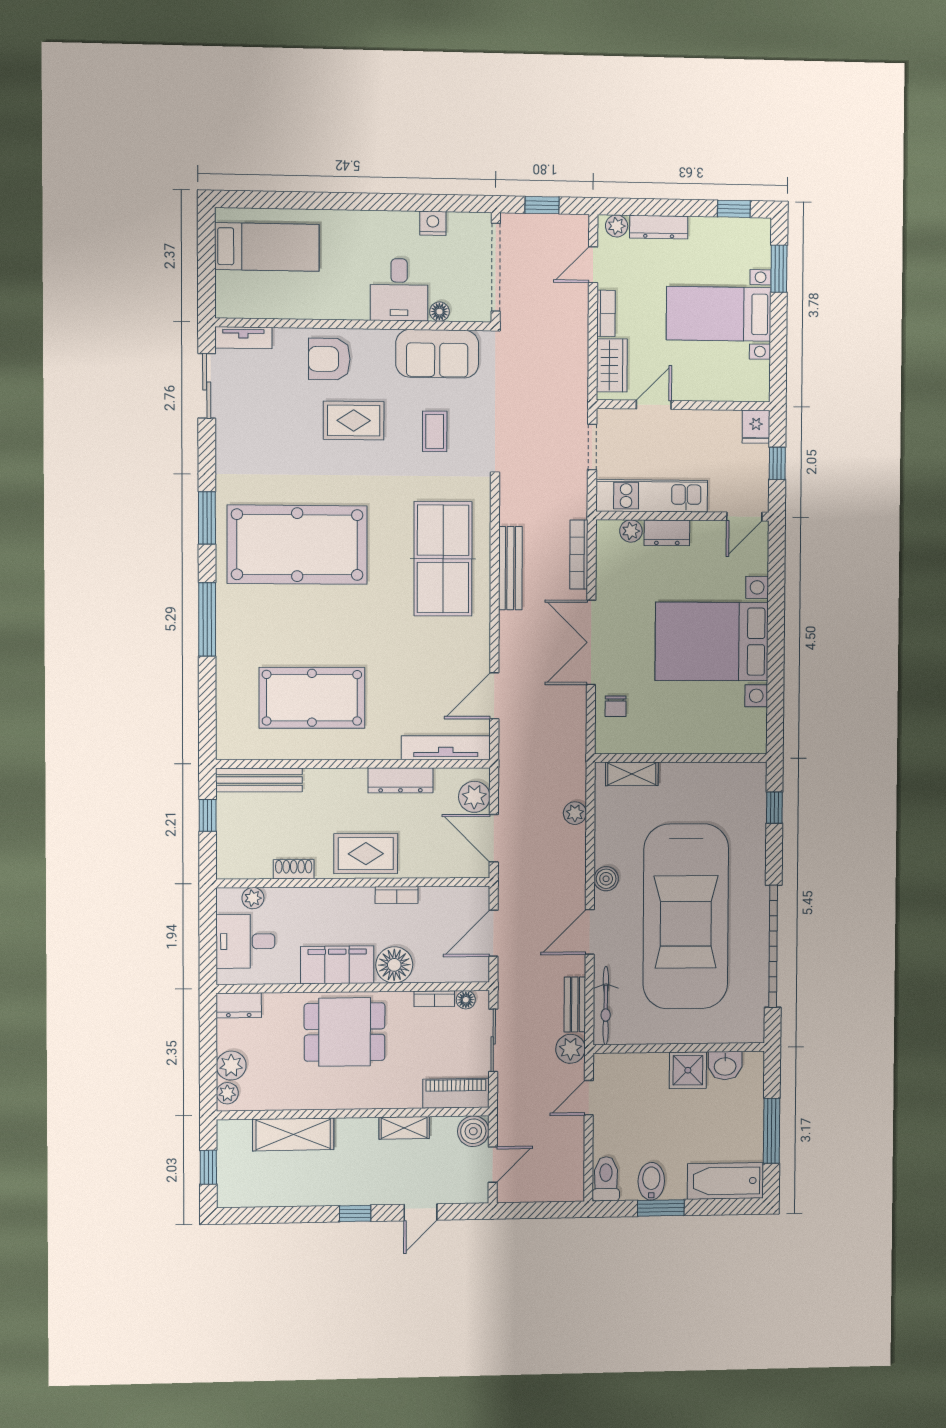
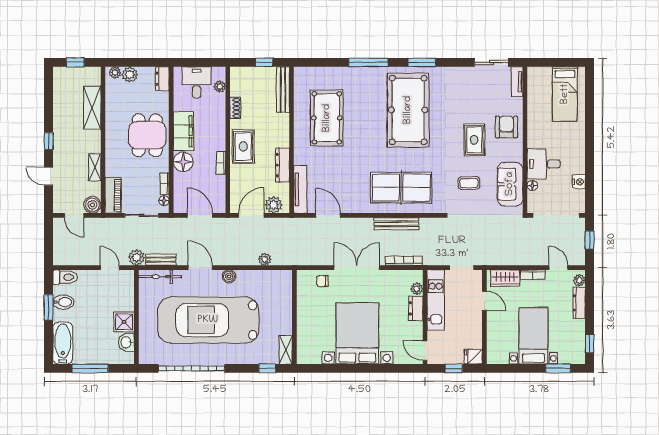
shelving: (632, 774) -> (286, 350), moved

